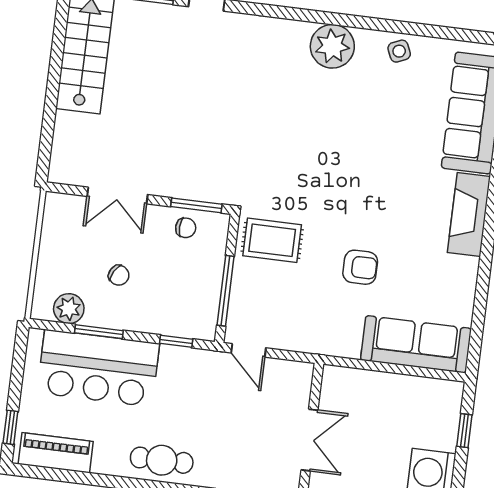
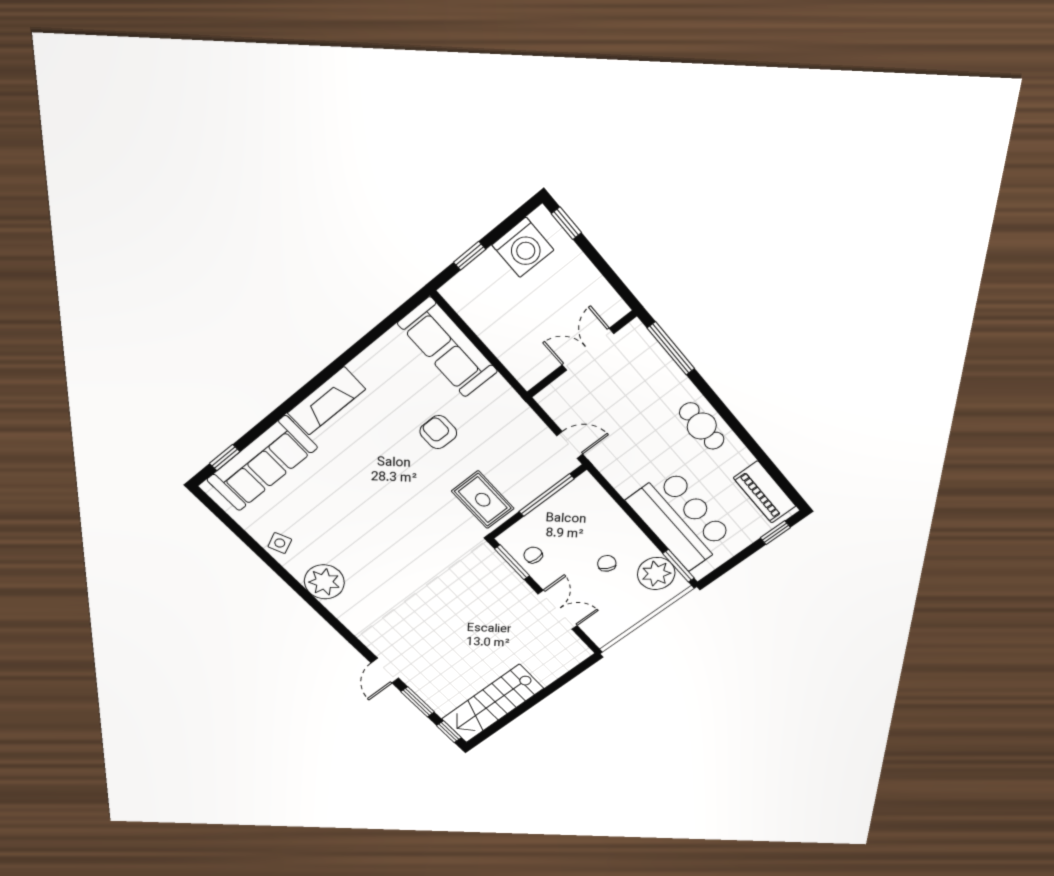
plant: (69, 309) -> (656, 574), width x1.36, depth x1.36
window: (99, 332) -> (678, 566), moved
window: (176, 341) -> (612, 492), removed
door: (248, 350) -> (570, 445), hinge flipped

